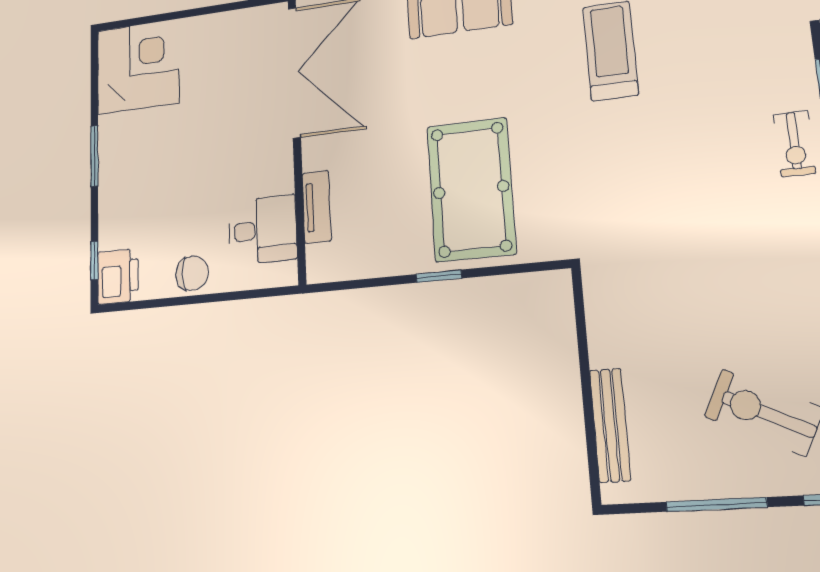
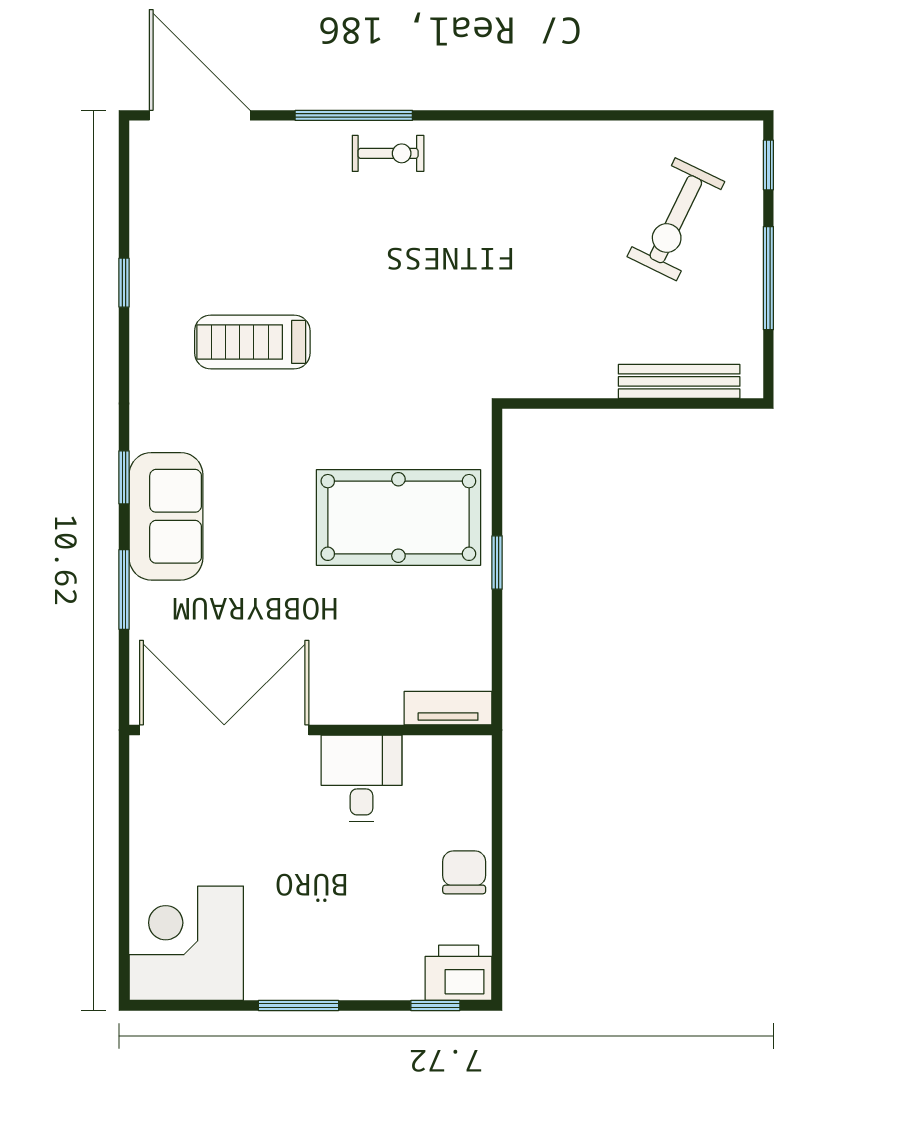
tv unit: (317, 207) -> (448, 708), moved
desk: (263, 230) -> (362, 778), moved

